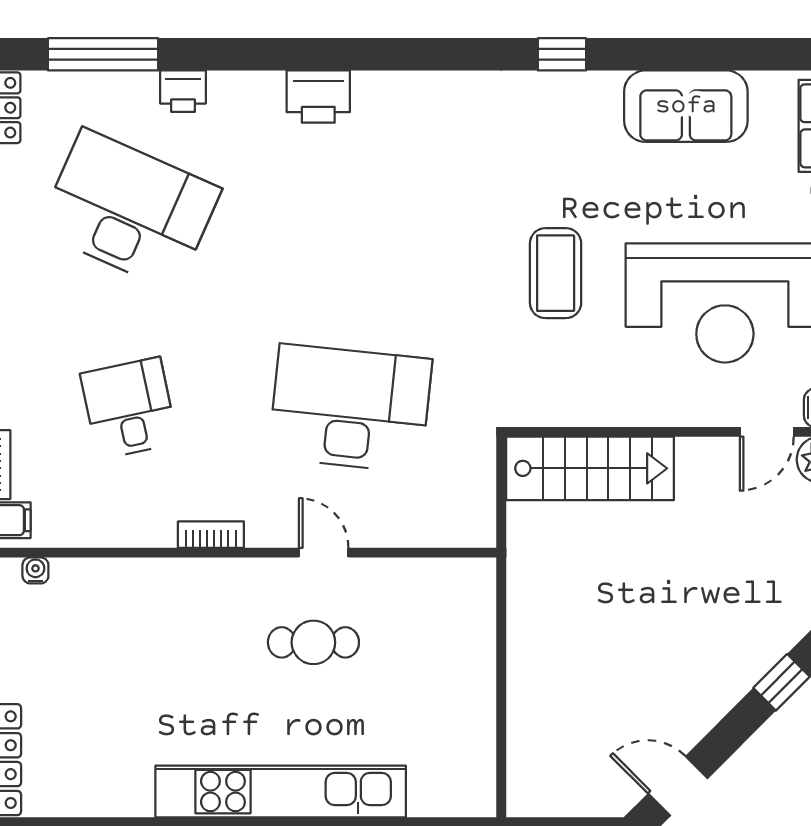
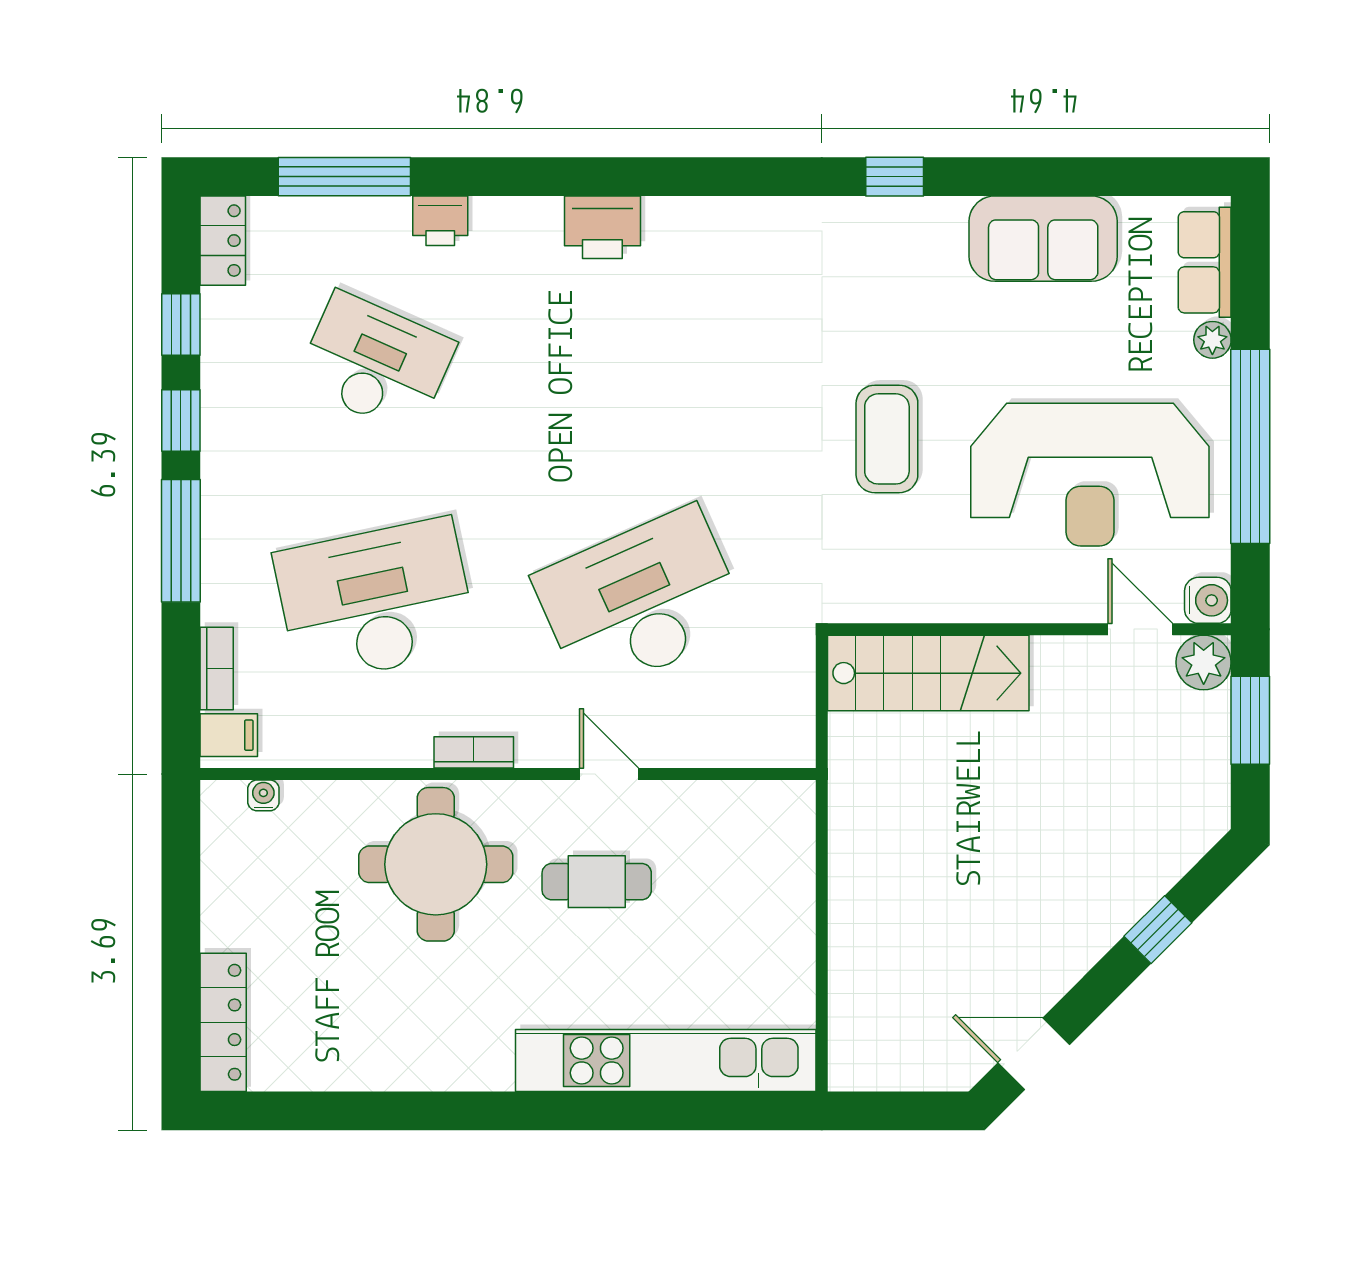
desk: (129, 210) -> (376, 363), width x0.73, depth x0.77
desk: (129, 408) -> (376, 601), width x1.87, depth x1.30
desk: (350, 408) -> (641, 601), turned -30
door: (767, 432) -> (1140, 629), swing flipped
round table: (179, 628) -> (436, 864), added
kitchen unit: (281, 792) -> (666, 1061), moved

